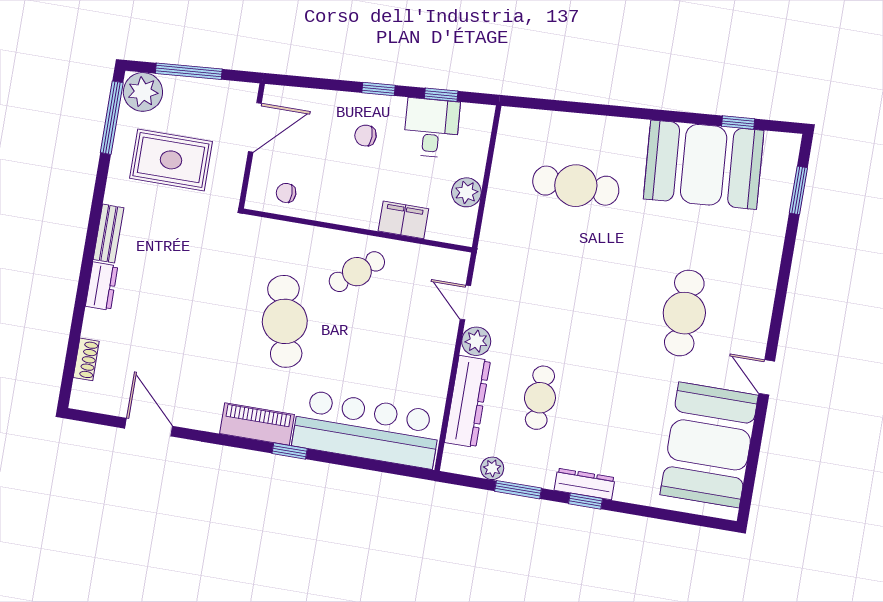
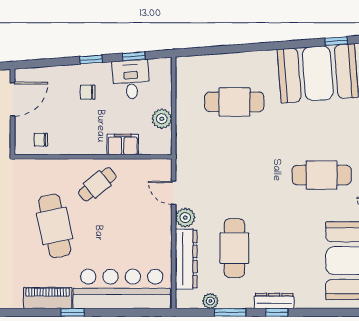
cafe table: (684, 313) -> (322, 175), turned 90
cafe table: (540, 398) -> (234, 248), width x1.37, depth x1.35

